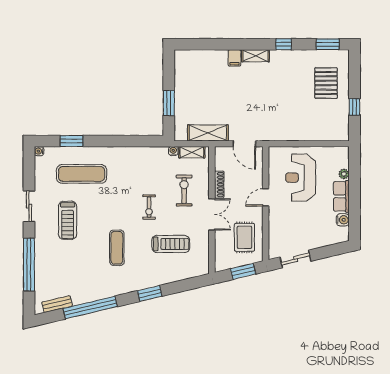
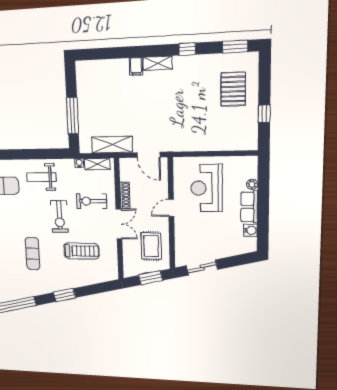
window: (169, 103) -> (73, 116), width x1.44
weight bench: (132, 165) -> (41, 177), added
exercise bike: (184, 191) -> (91, 201), turned -90
exercise bike: (149, 207) -> (59, 217), width x1.38, depth x1.39

